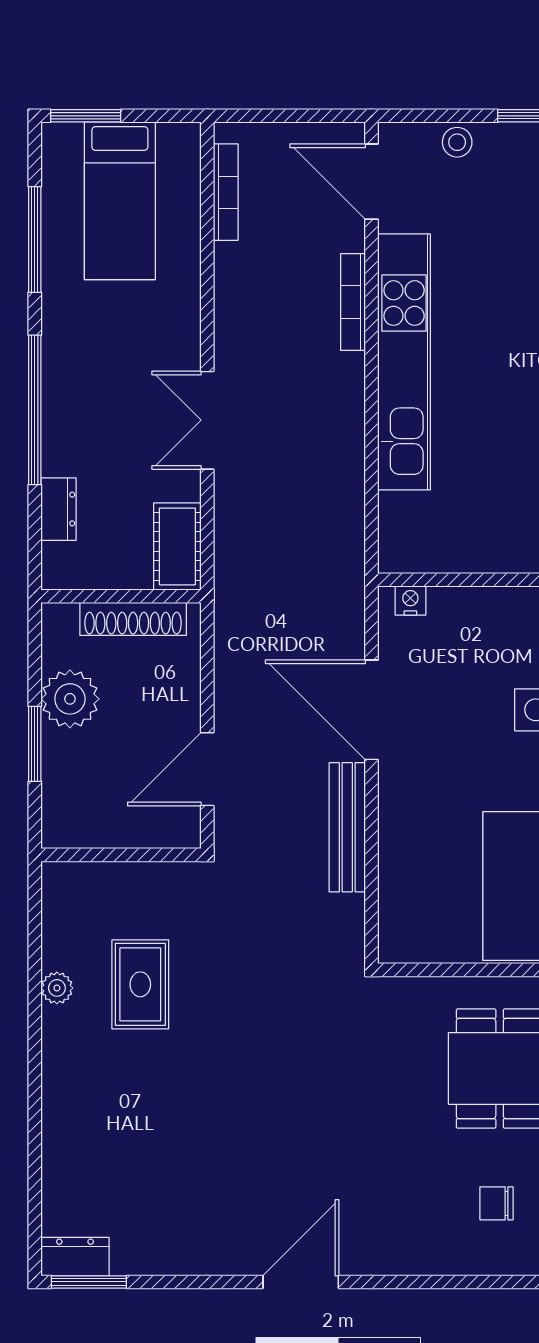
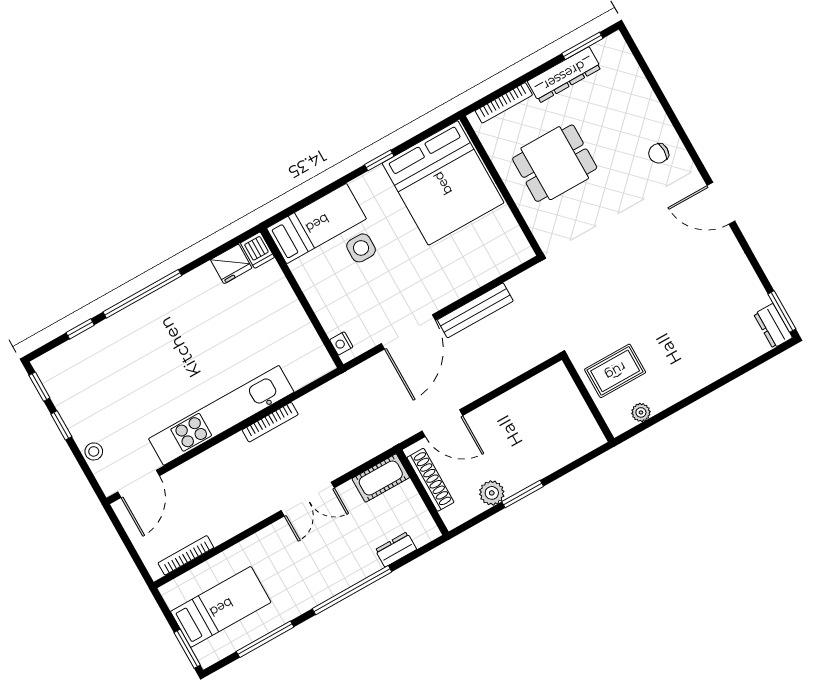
bookcase: (353, 302) -> (270, 422), moved
plant: (70, 699) -> (492, 493), width x0.73, depth x0.73
door: (207, 769) -> (442, 423), moved
wall: (121, 855) -> (588, 399), moved
chair: (497, 1203) -> (659, 153), moved, turned 90

